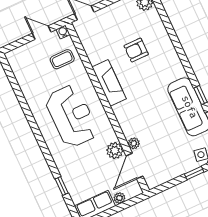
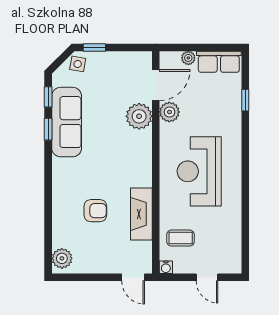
door: (42, 33) -> (207, 277), moved
fireplace: (109, 83) -> (141, 214), moved
plant: (134, 143) -> (139, 116), width x1.88, depth x1.88

